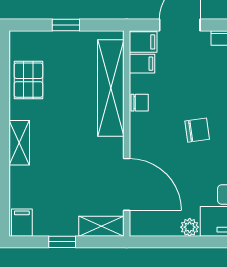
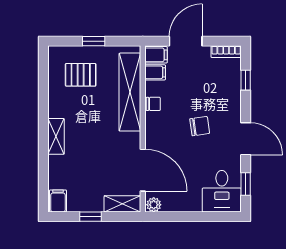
pallet: (28, 80) -> (81, 75), moved, turned 90
plant: (190, 227) -> (154, 205), moved

